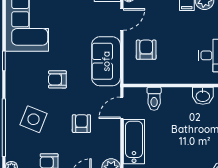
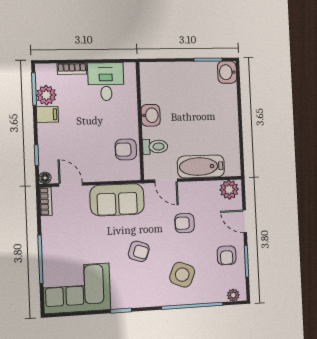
armchair: (146, 50) -> (126, 149), moved
armchair: (57, 79) -> (139, 251), turned -71
washbasin: (203, 96) -> (151, 115), moved

